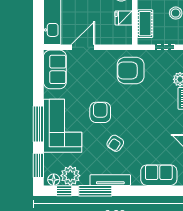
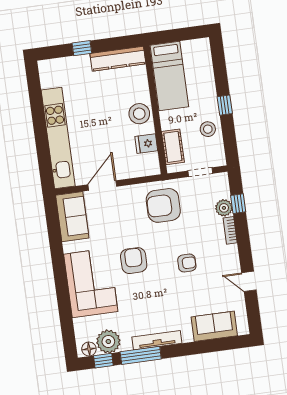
window: (38, 124) -> (61, 285), removed
armchair: (115, 143) -> (187, 263), moved, turned -123
window: (38, 165) -> (68, 334), removed

